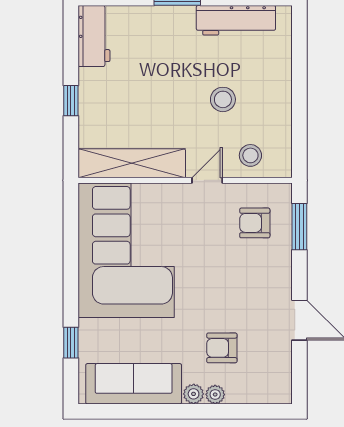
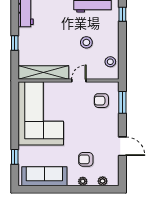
window: (299, 40) -> (122, 14), added
stool: (250, 155) -> (110, 62), moved
plant: (194, 394) -> (103, 181), moved

